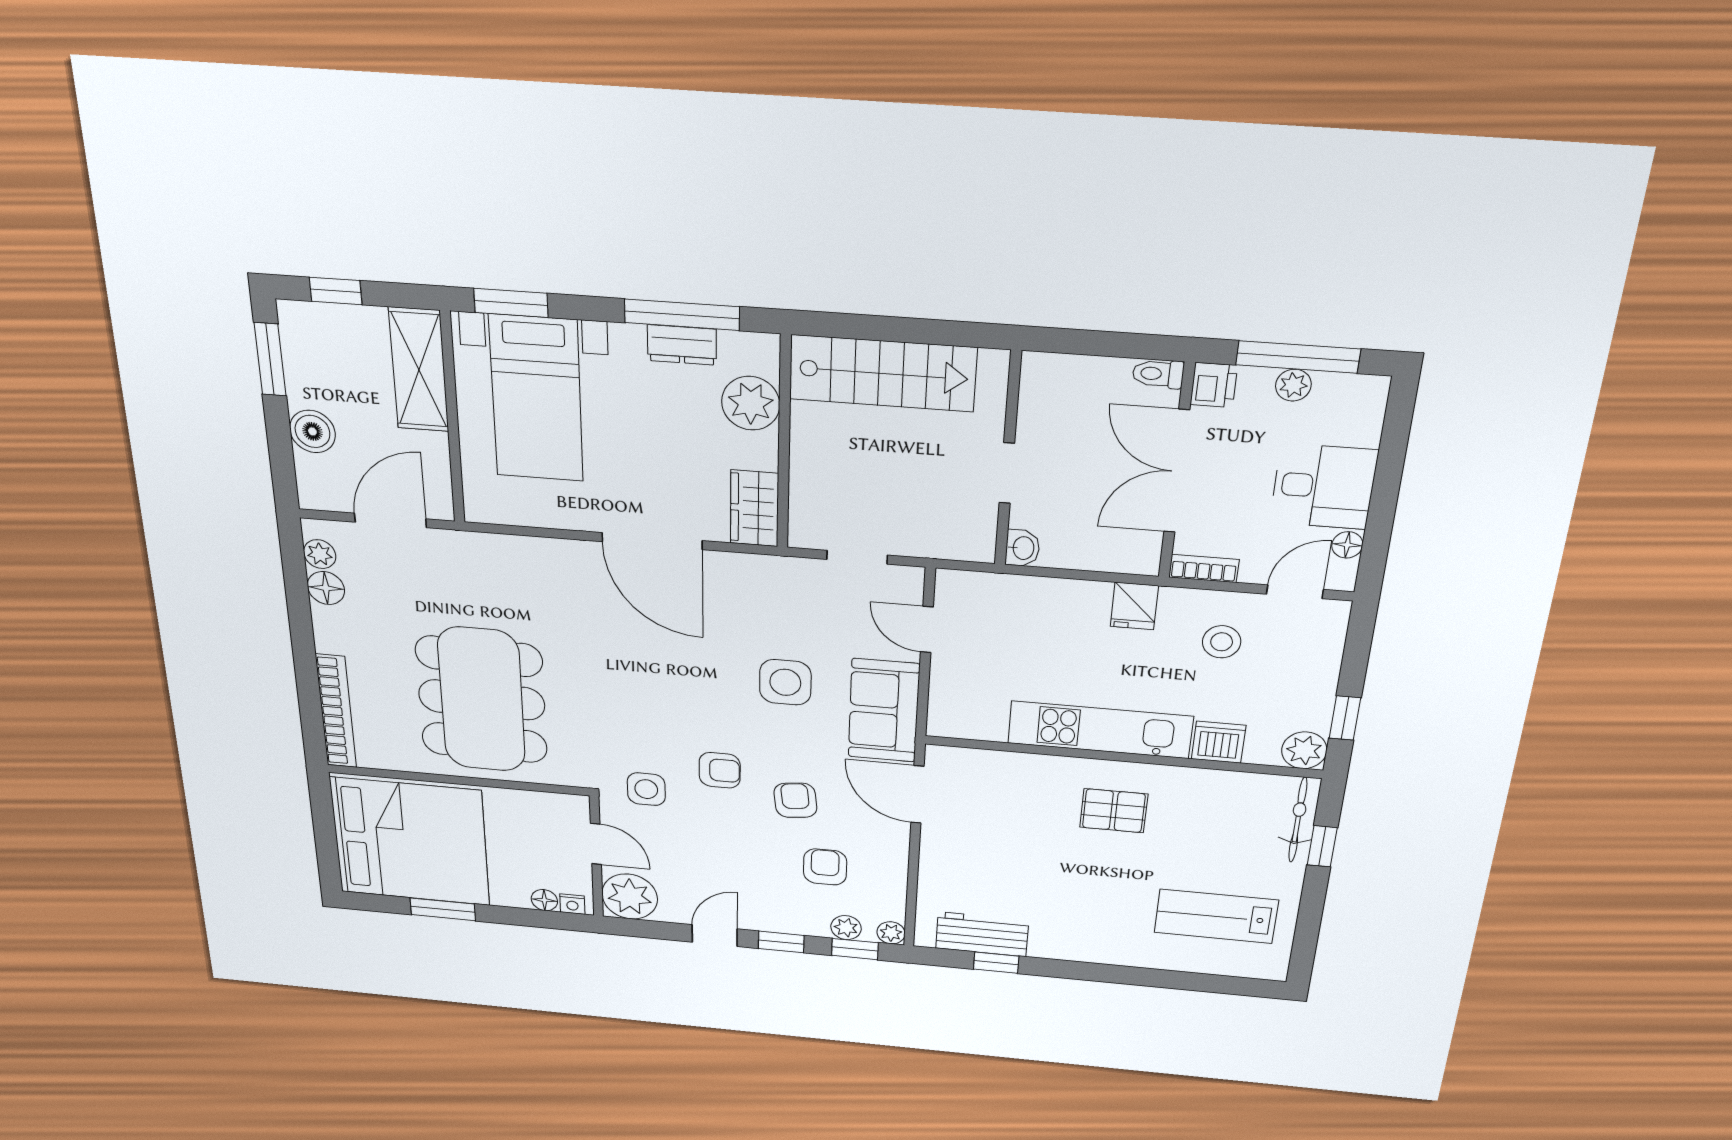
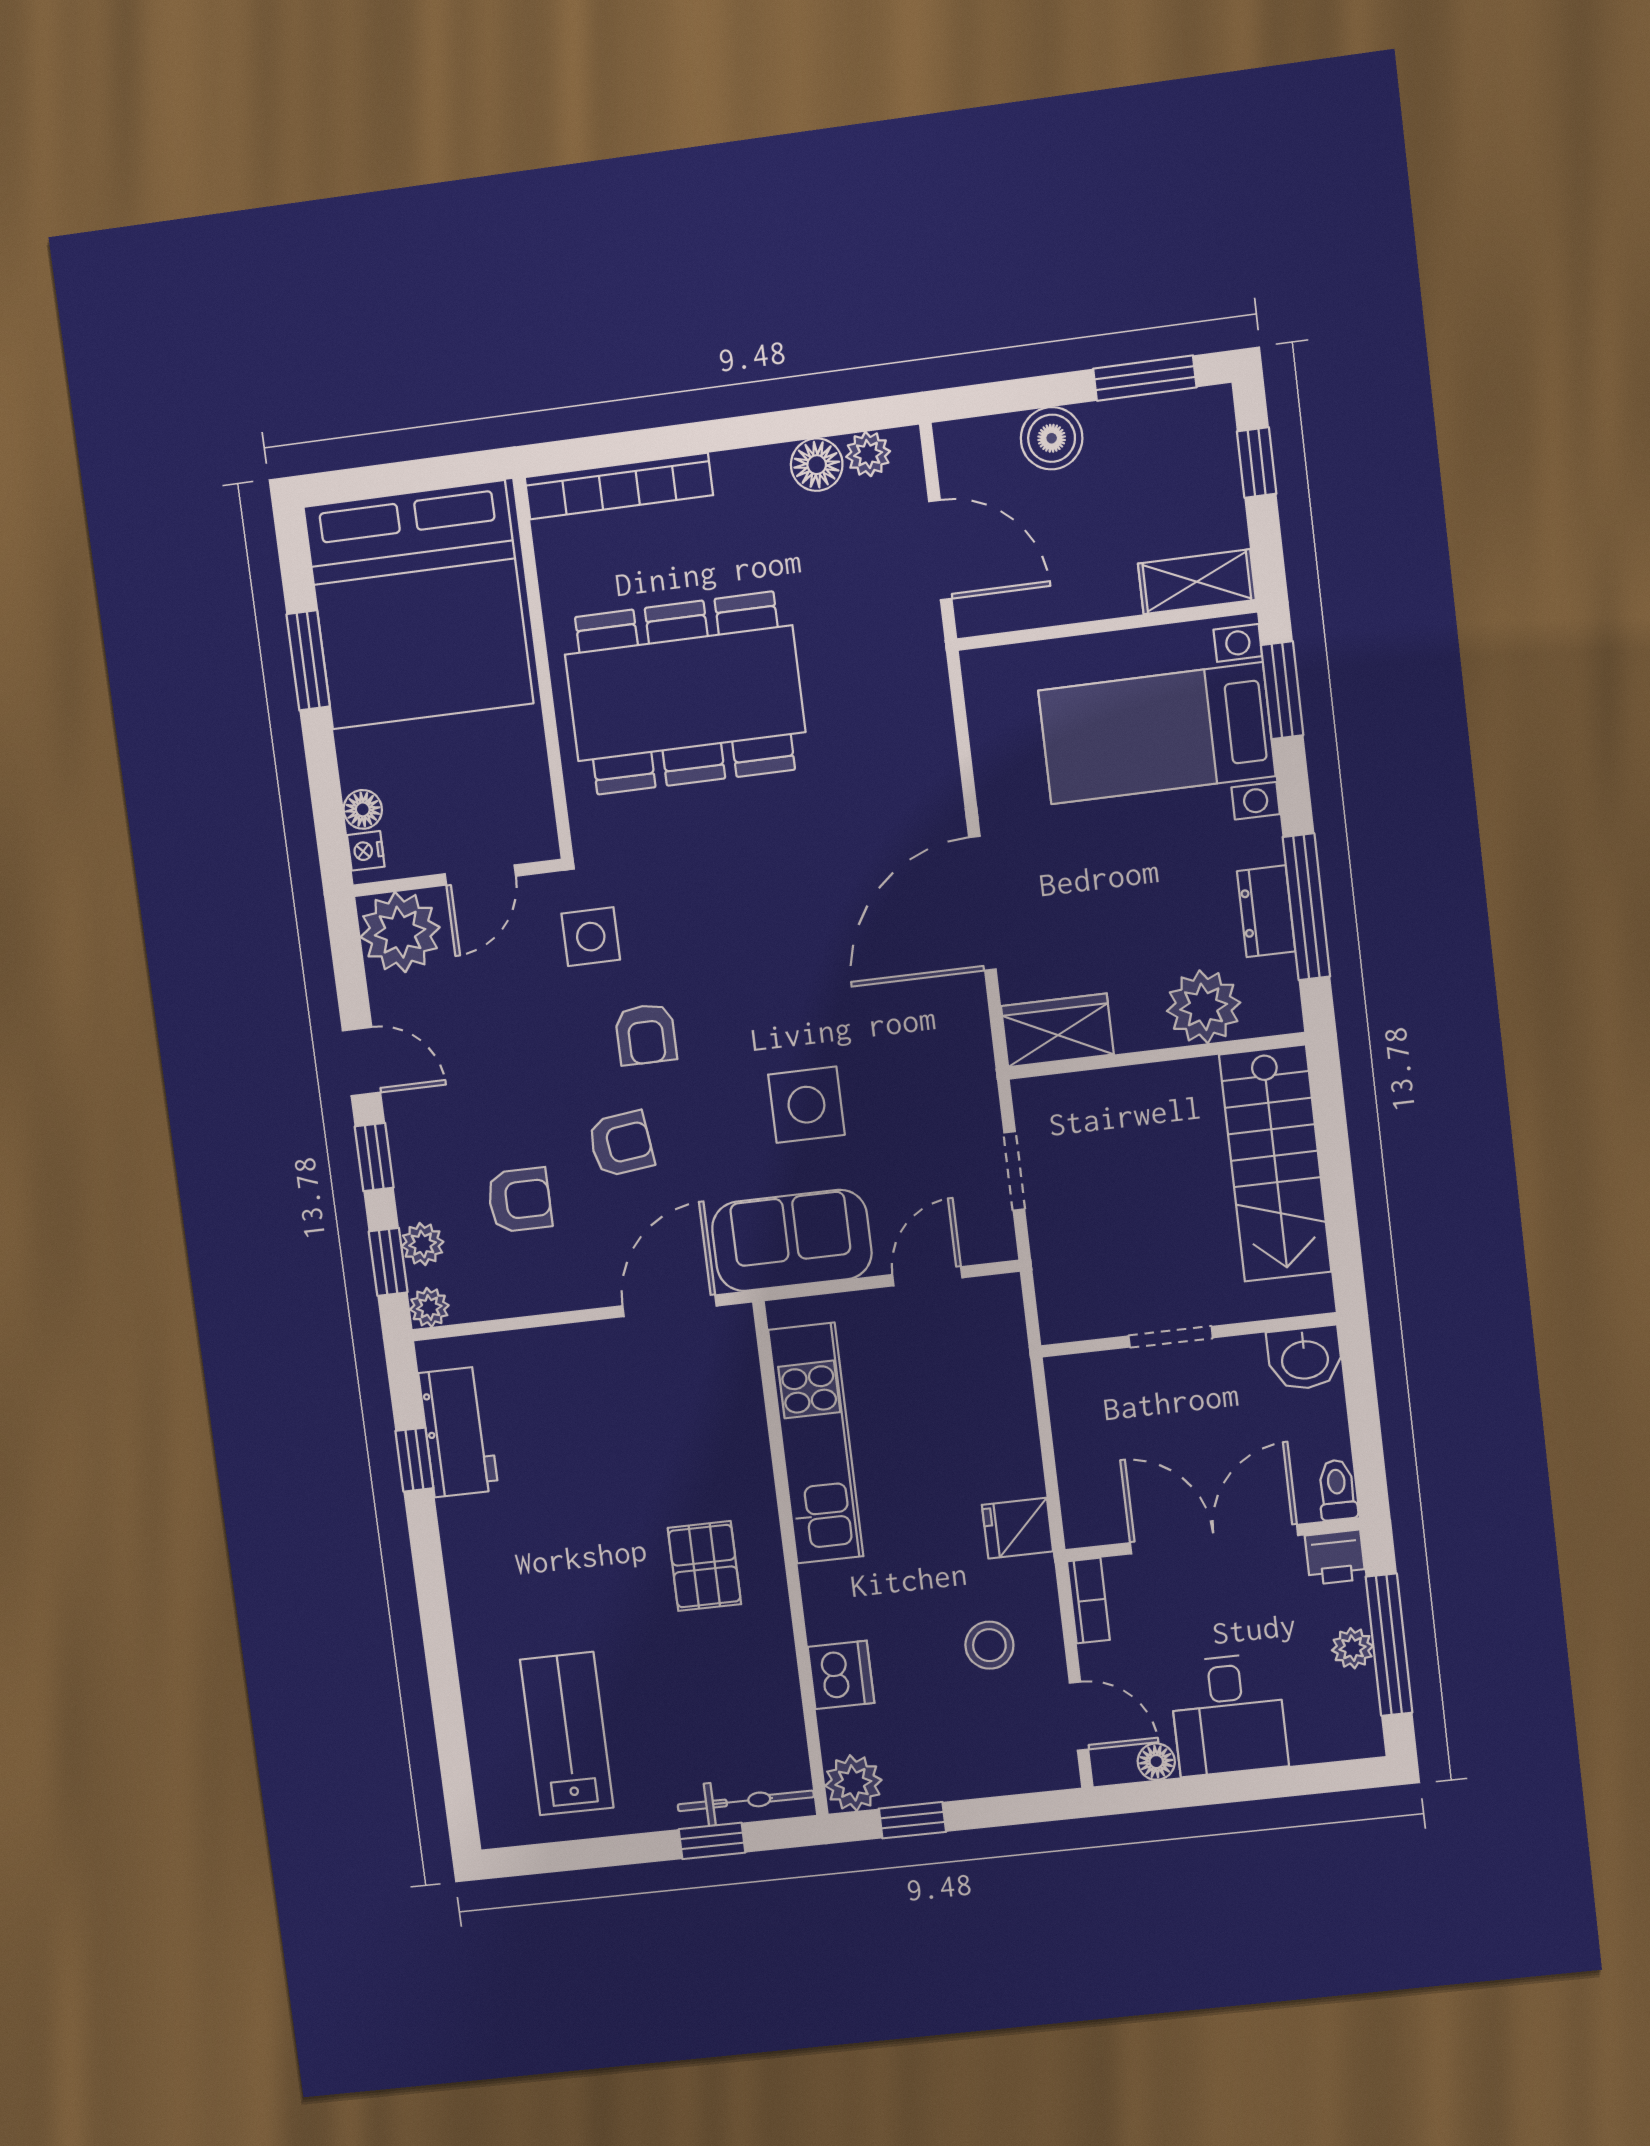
shelving: (419, 370) -> (1197, 582), width x0.67, depth x0.75
washbasin: (1023, 548) -> (1305, 1358), moved, width x1.38, depth x1.45
kitchen unit: (1100, 730) -> (816, 1443), moved

